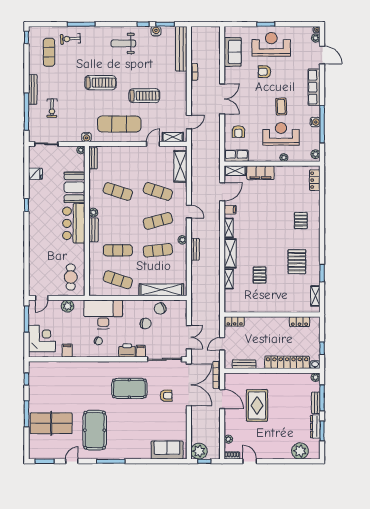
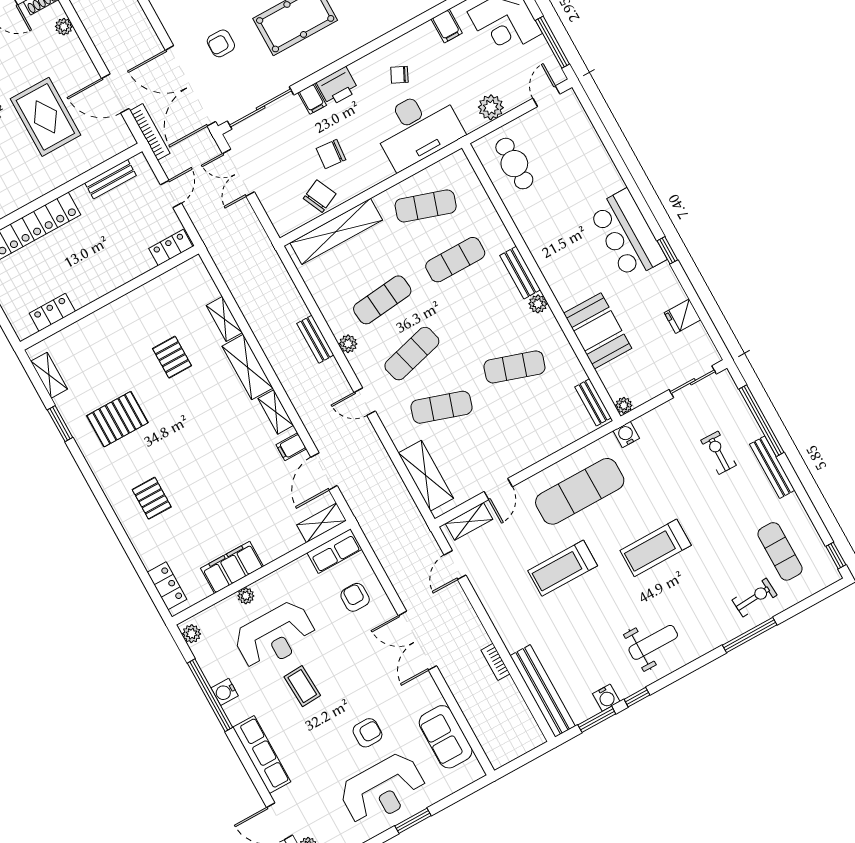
filing cabinet: (260, 173) -> (232, 567), moved
bar counter: (74, 223) -> (627, 234), moved, turned 180
pallet: (297, 262) -> (117, 419), turned 90

